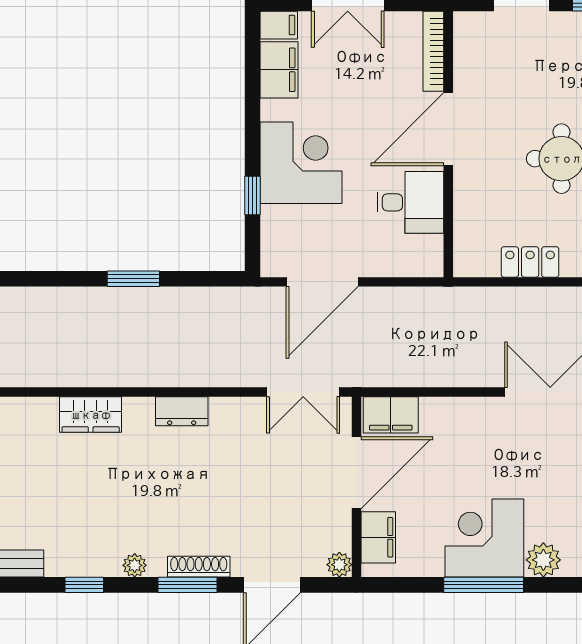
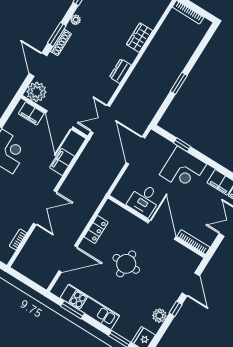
filing cabinet: (391, 415) -> (62, 162), moved
plant: (339, 565) -> (37, 92), width x1.87, depth x1.87

